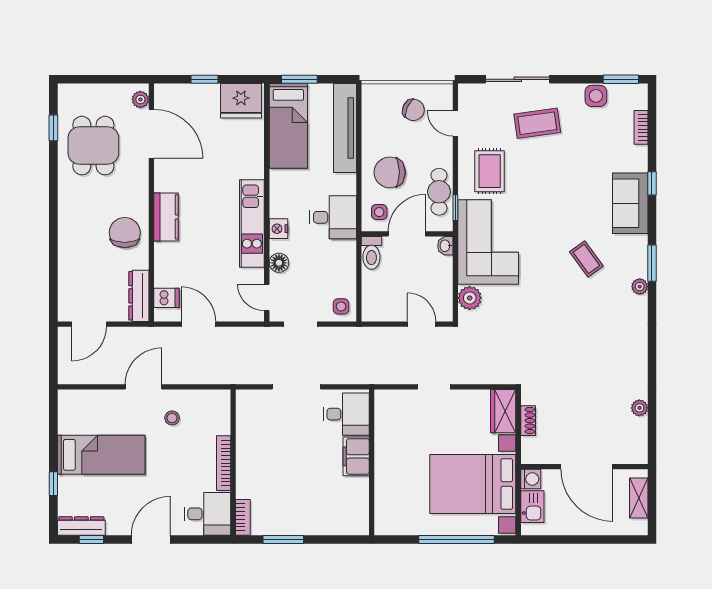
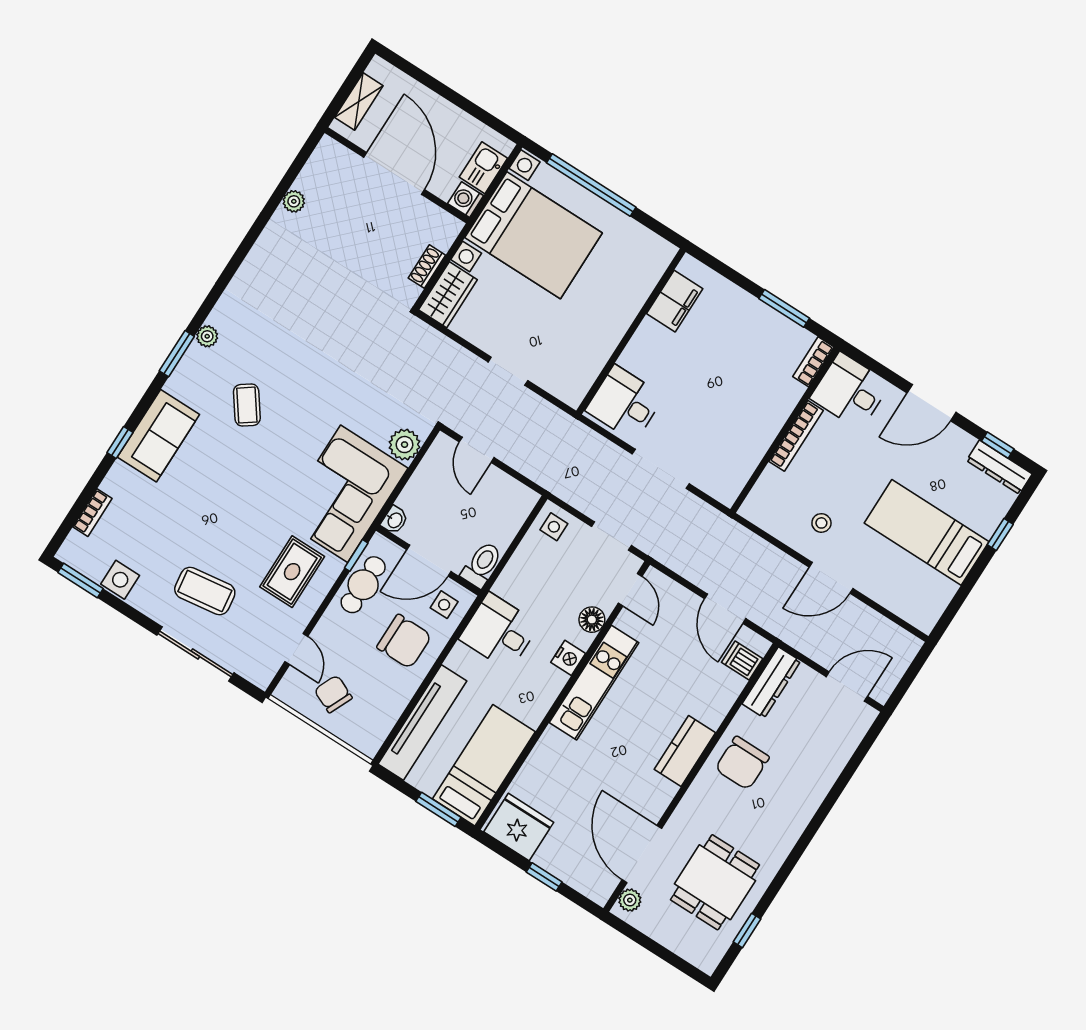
filing cabinet: (356, 456) -> (675, 301), moved

